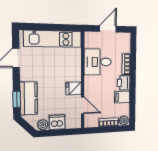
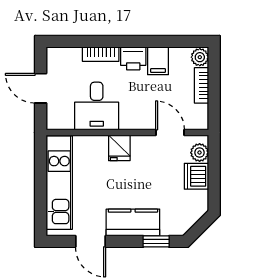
fridge: (74, 88) -> (119, 148), moved
kitchen counter: (29, 98) -> (133, 222), moved
door: (83, 105) -> (170, 133), hinge flipped
plant: (43, 125) -> (200, 153), moved

